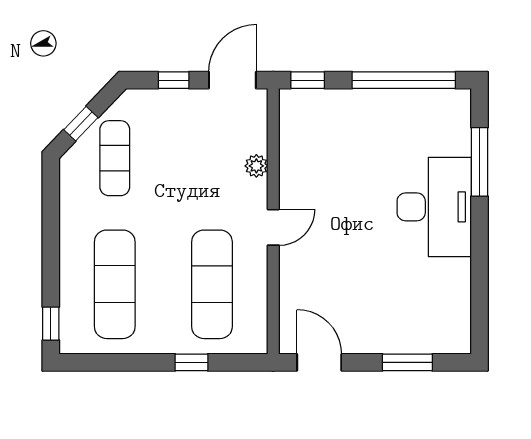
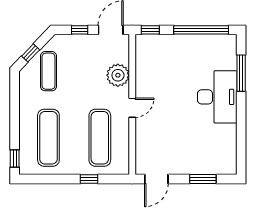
plant: (256, 166) -> (118, 75), width x1.88, depth x1.88
door: (319, 362) -> (156, 179), swing flipped

